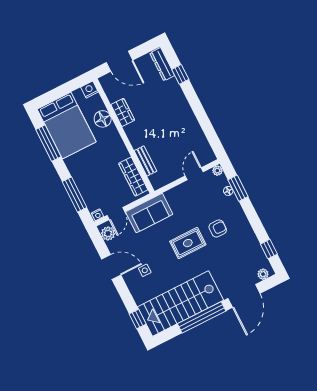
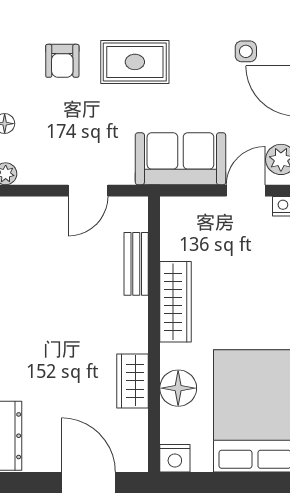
door: (194, 174) -> (88, 191), moved
wardrobe: (133, 177) -> (176, 302), moved
armchair: (218, 228) -> (62, 61), turned -90

